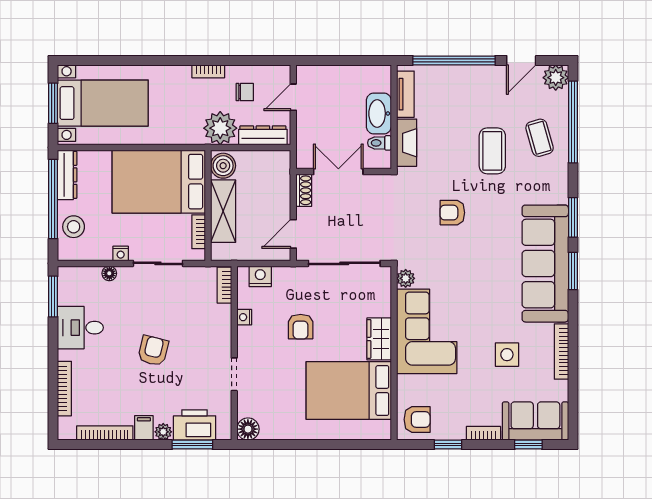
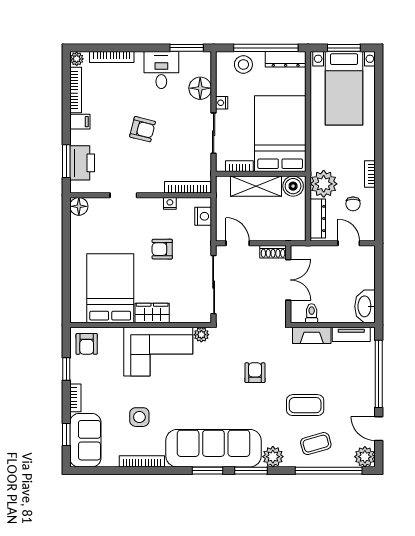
washbasin: (379, 113) -> (365, 306), moved, turned -90
plant: (556, 190) -> (273, 457), added
floor lamp: (109, 273) -> (200, 88), width x1.89, depth x1.89
bookcase: (224, 285) -> (188, 187), width x1.56
plant: (163, 432) -> (77, 59), moved

